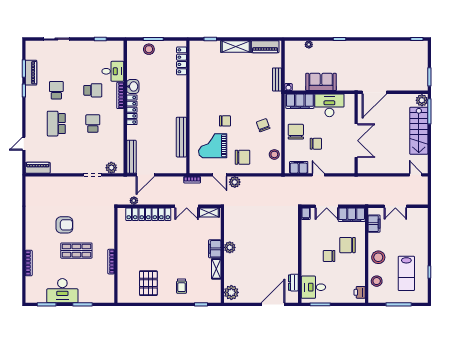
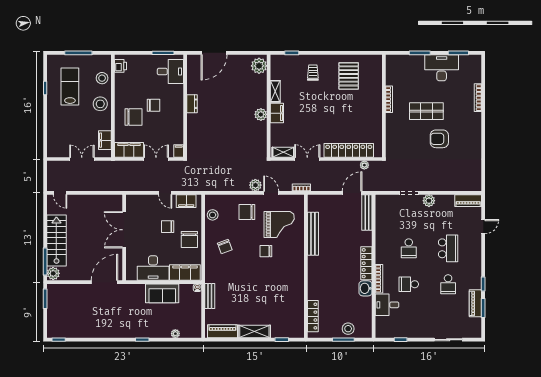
plant: (111, 168) -> (429, 201), moved
dresser: (293, 283) -> (192, 104), moved

